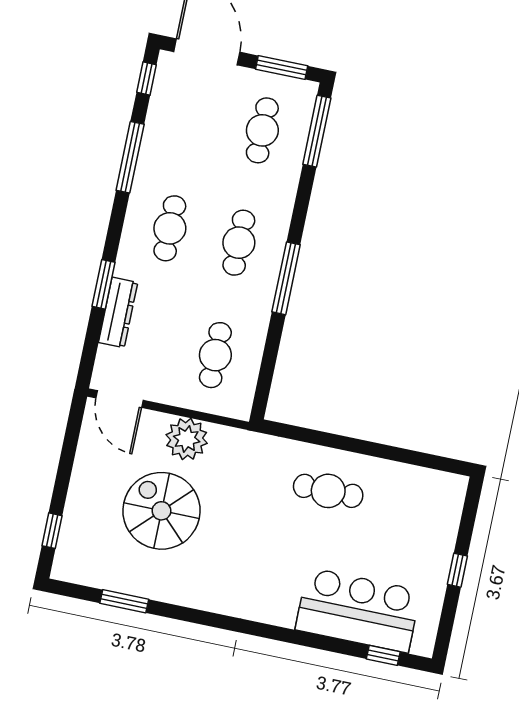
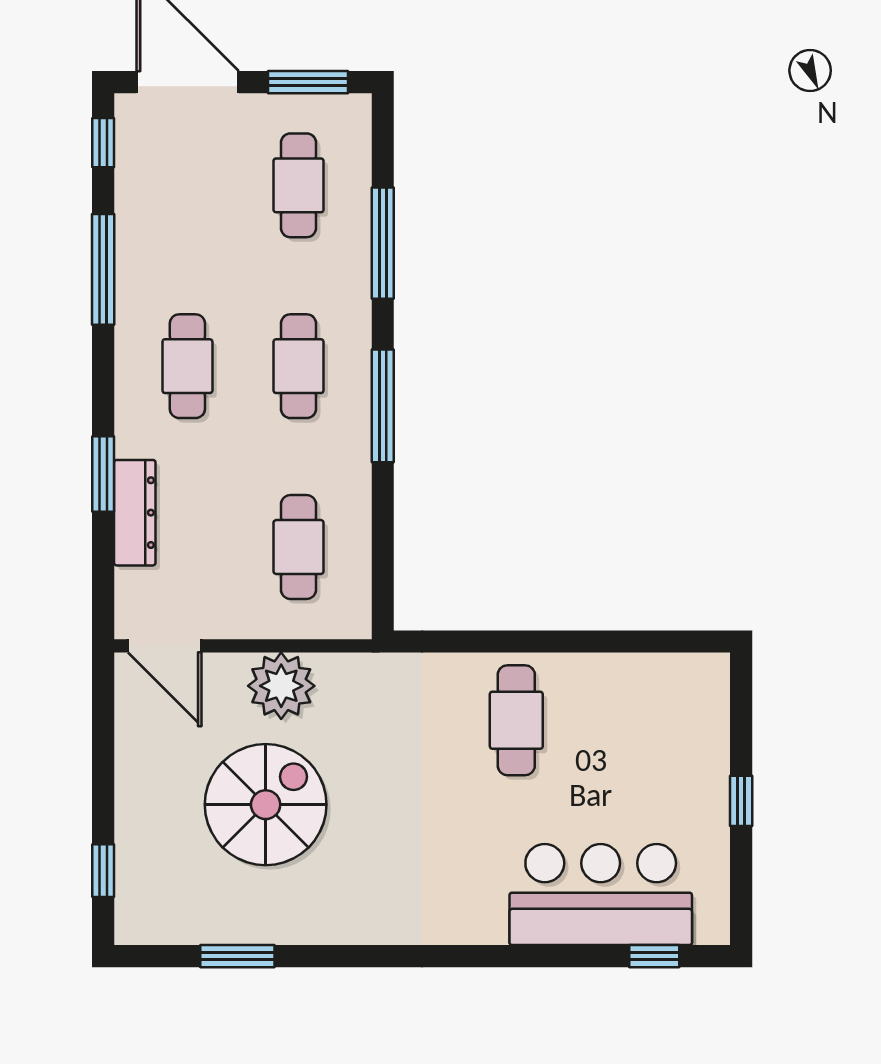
window: (317, 131) -> (383, 243), moved
cafe table: (328, 491) -> (516, 720), turned 90
spiral stairs: (161, 511) -> (266, 805), turned 90

